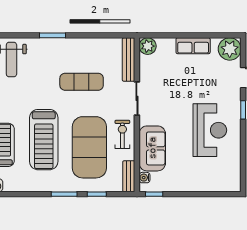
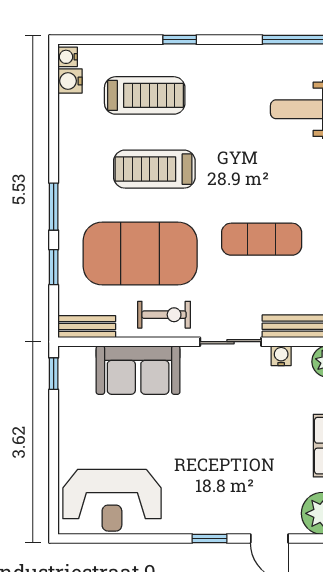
exercise mat: (82, 82) -> (262, 239), turned 90
reception desk: (210, 130) -> (112, 500), moved
treadmill: (44, 140) -> (154, 169), width x0.73, depth x0.73
water cooler: (145, 178) -> (281, 356), moved

